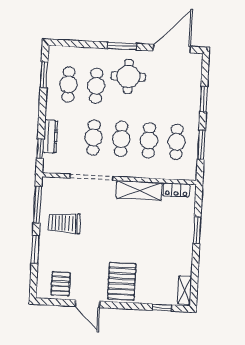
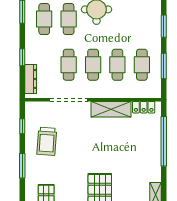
dresser: (50, 136) -> (31, 79), moved
window: (40, 148) -> (22, 57), moved
window: (37, 205) -> (22, 126), width x0.46
trolley: (64, 223) -> (47, 141), turned -86
window: (197, 230) -> (164, 141), width x2.11

